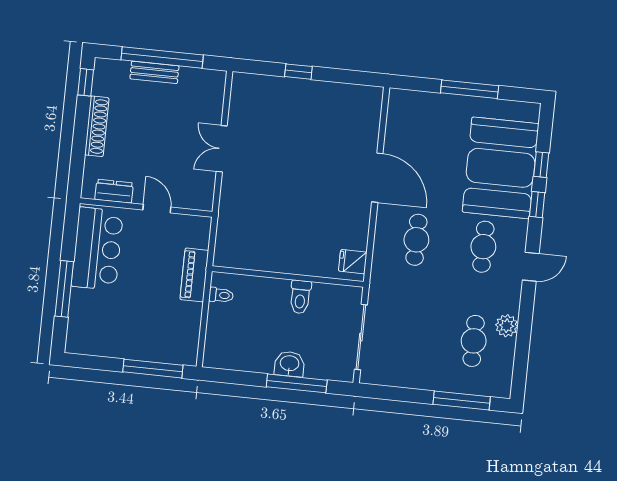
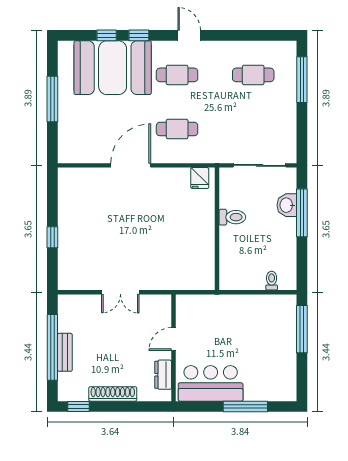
piano: (194, 275) -> (224, 304), removed
toilet: (221, 295) -> (272, 281), moved
plant: (507, 326) -> (238, 50), removed
washbasin: (289, 364) -> (287, 205), moved

